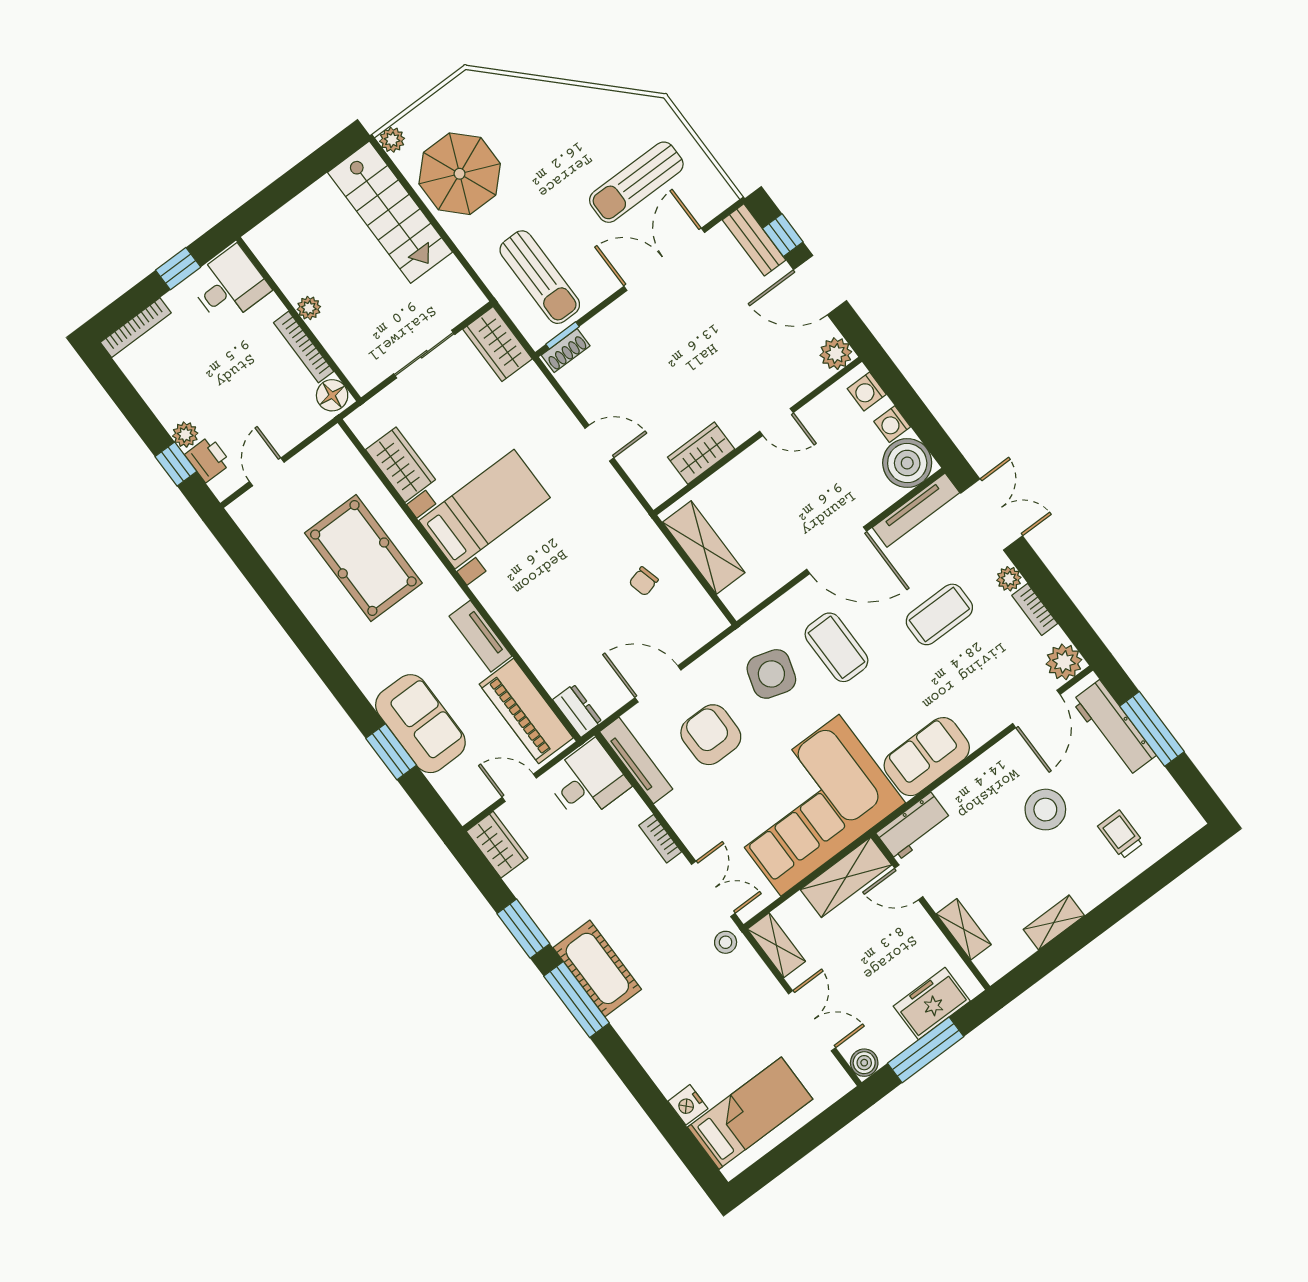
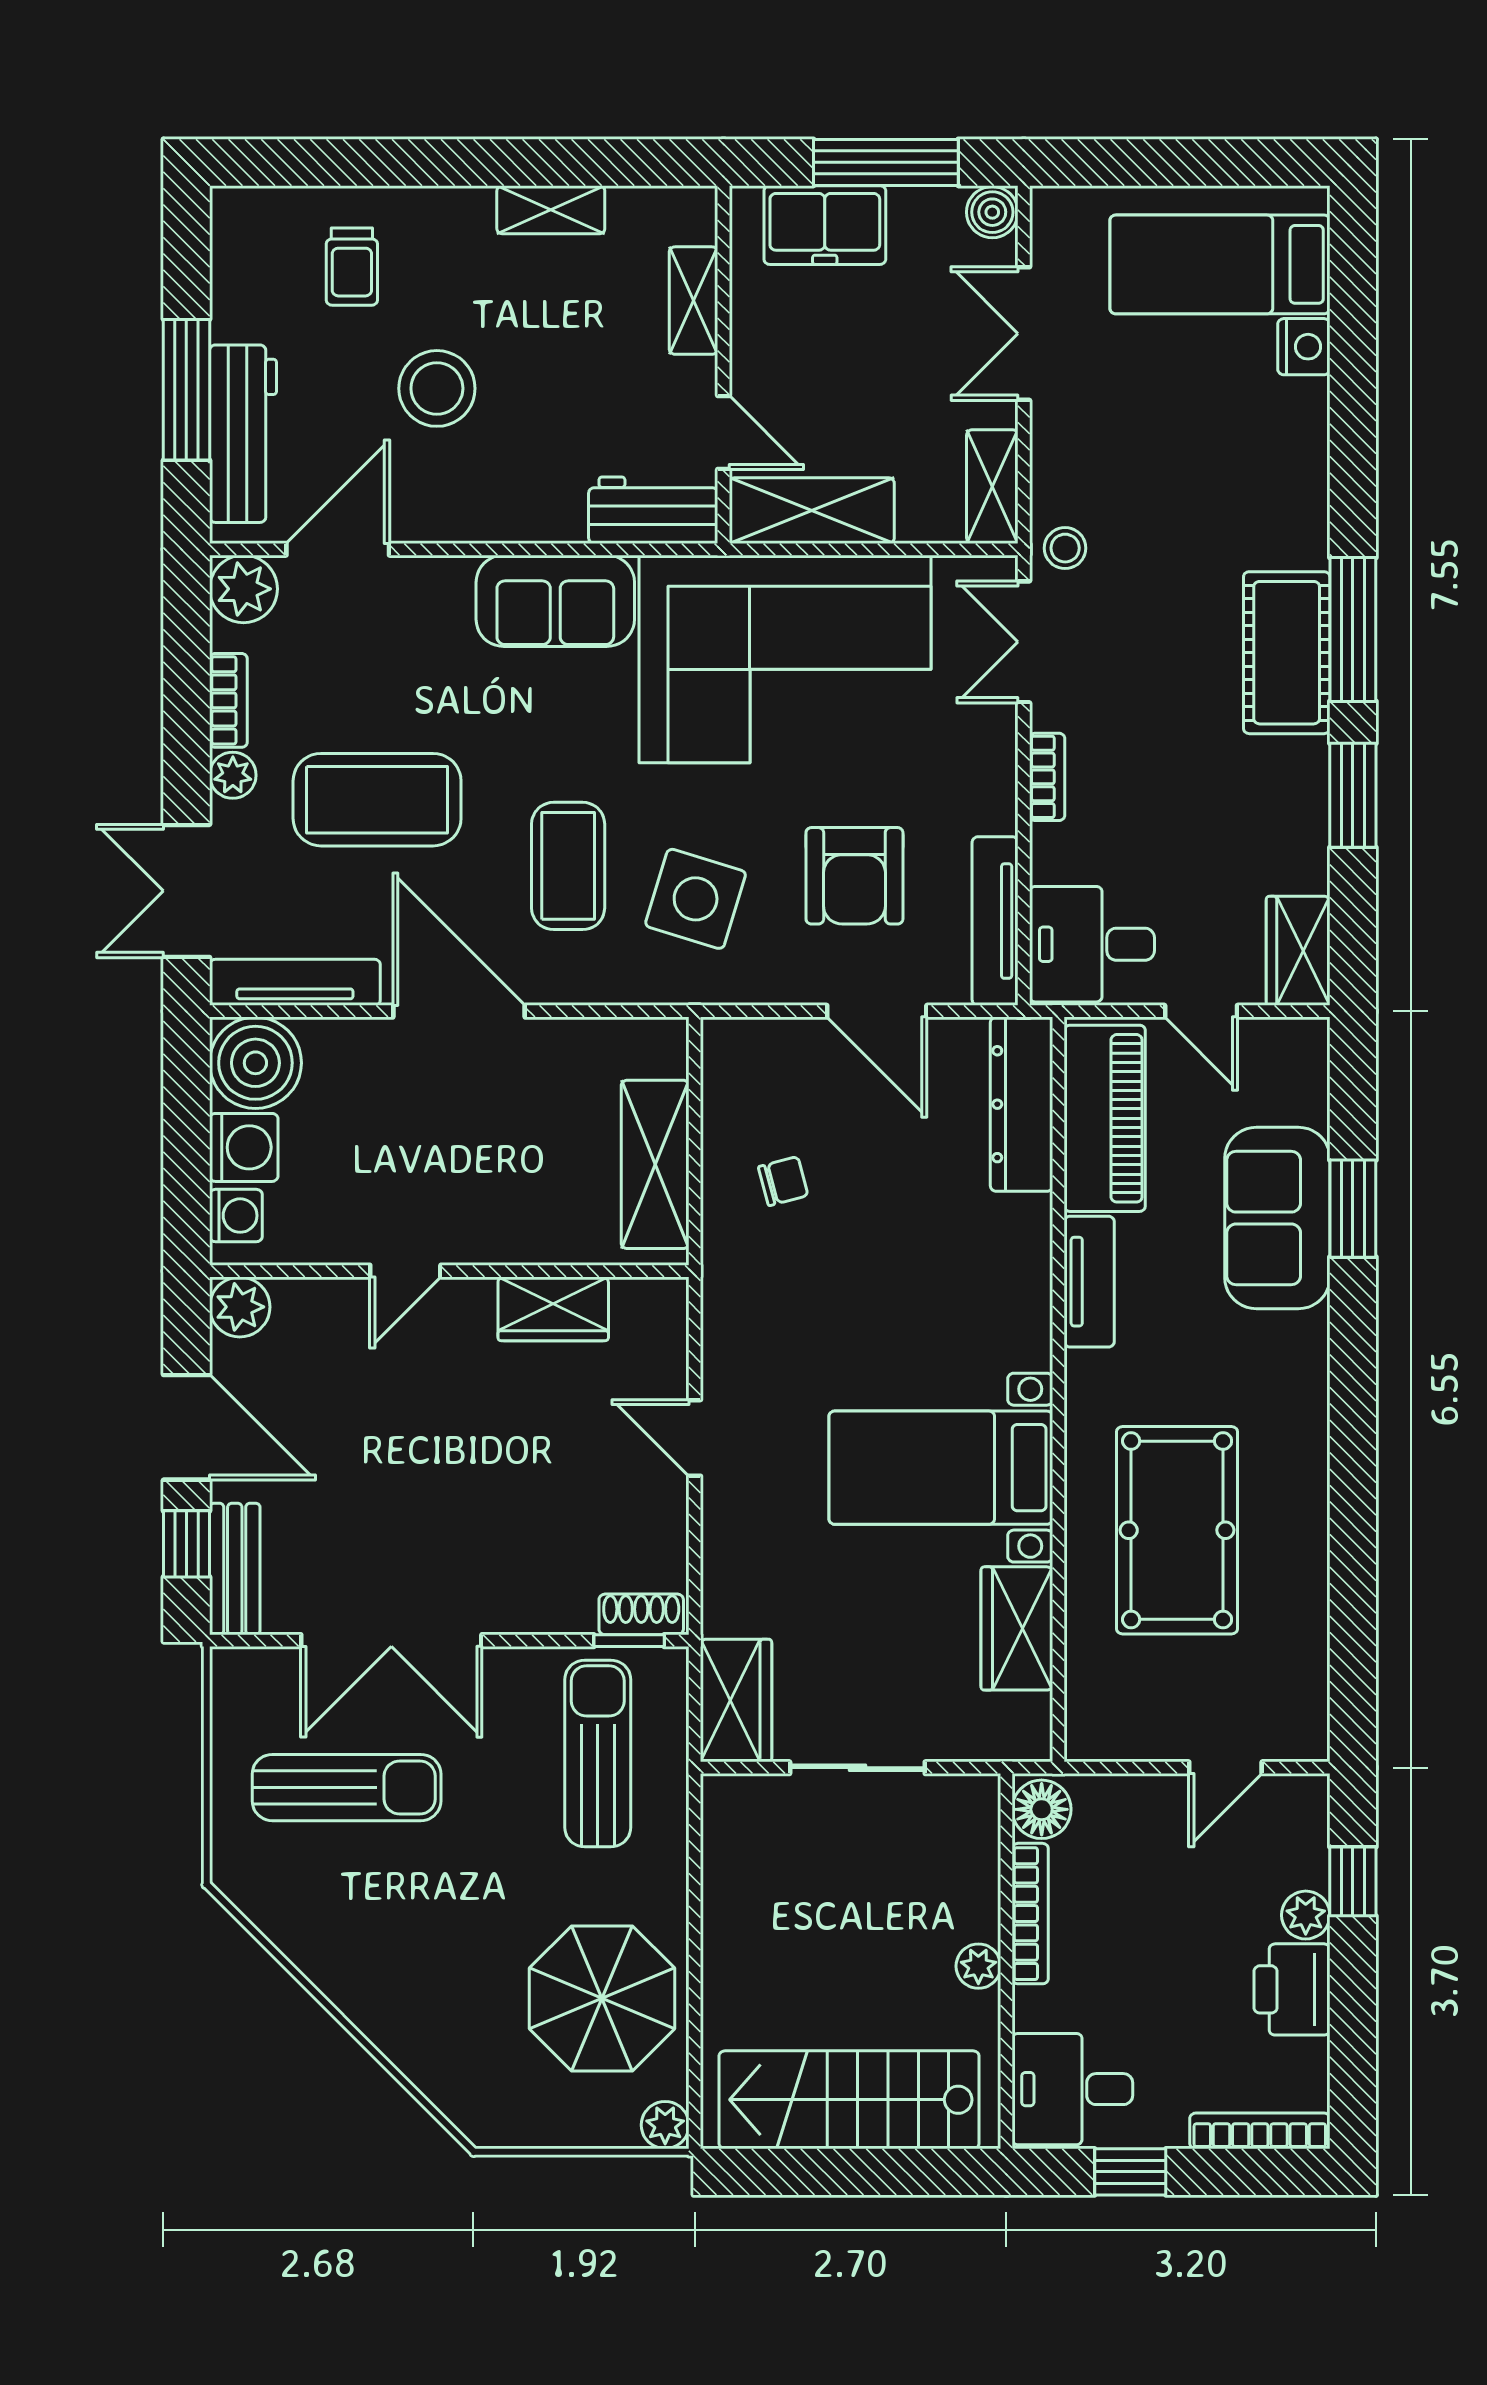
stairs: (390, 212) -> (849, 2100), moved, turned -90
door: (776, 422) -> (405, 1271), swing flipped
washing machine: (892, 424) -> (244, 1147), width x1.38, depth x1.38
printer: (208, 459) -> (1292, 1989), moved, width x1.36, depth x1.24
coffee table: (939, 614) -> (377, 800), width x1.36, depth x1.32
dresser: (577, 711) -> (1022, 1104), width x1.96, depth x1.24

